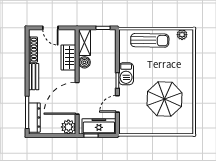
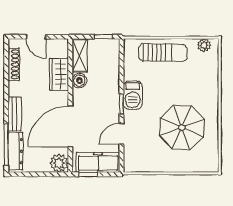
bench: (34, 77) -> (15, 114), moved

